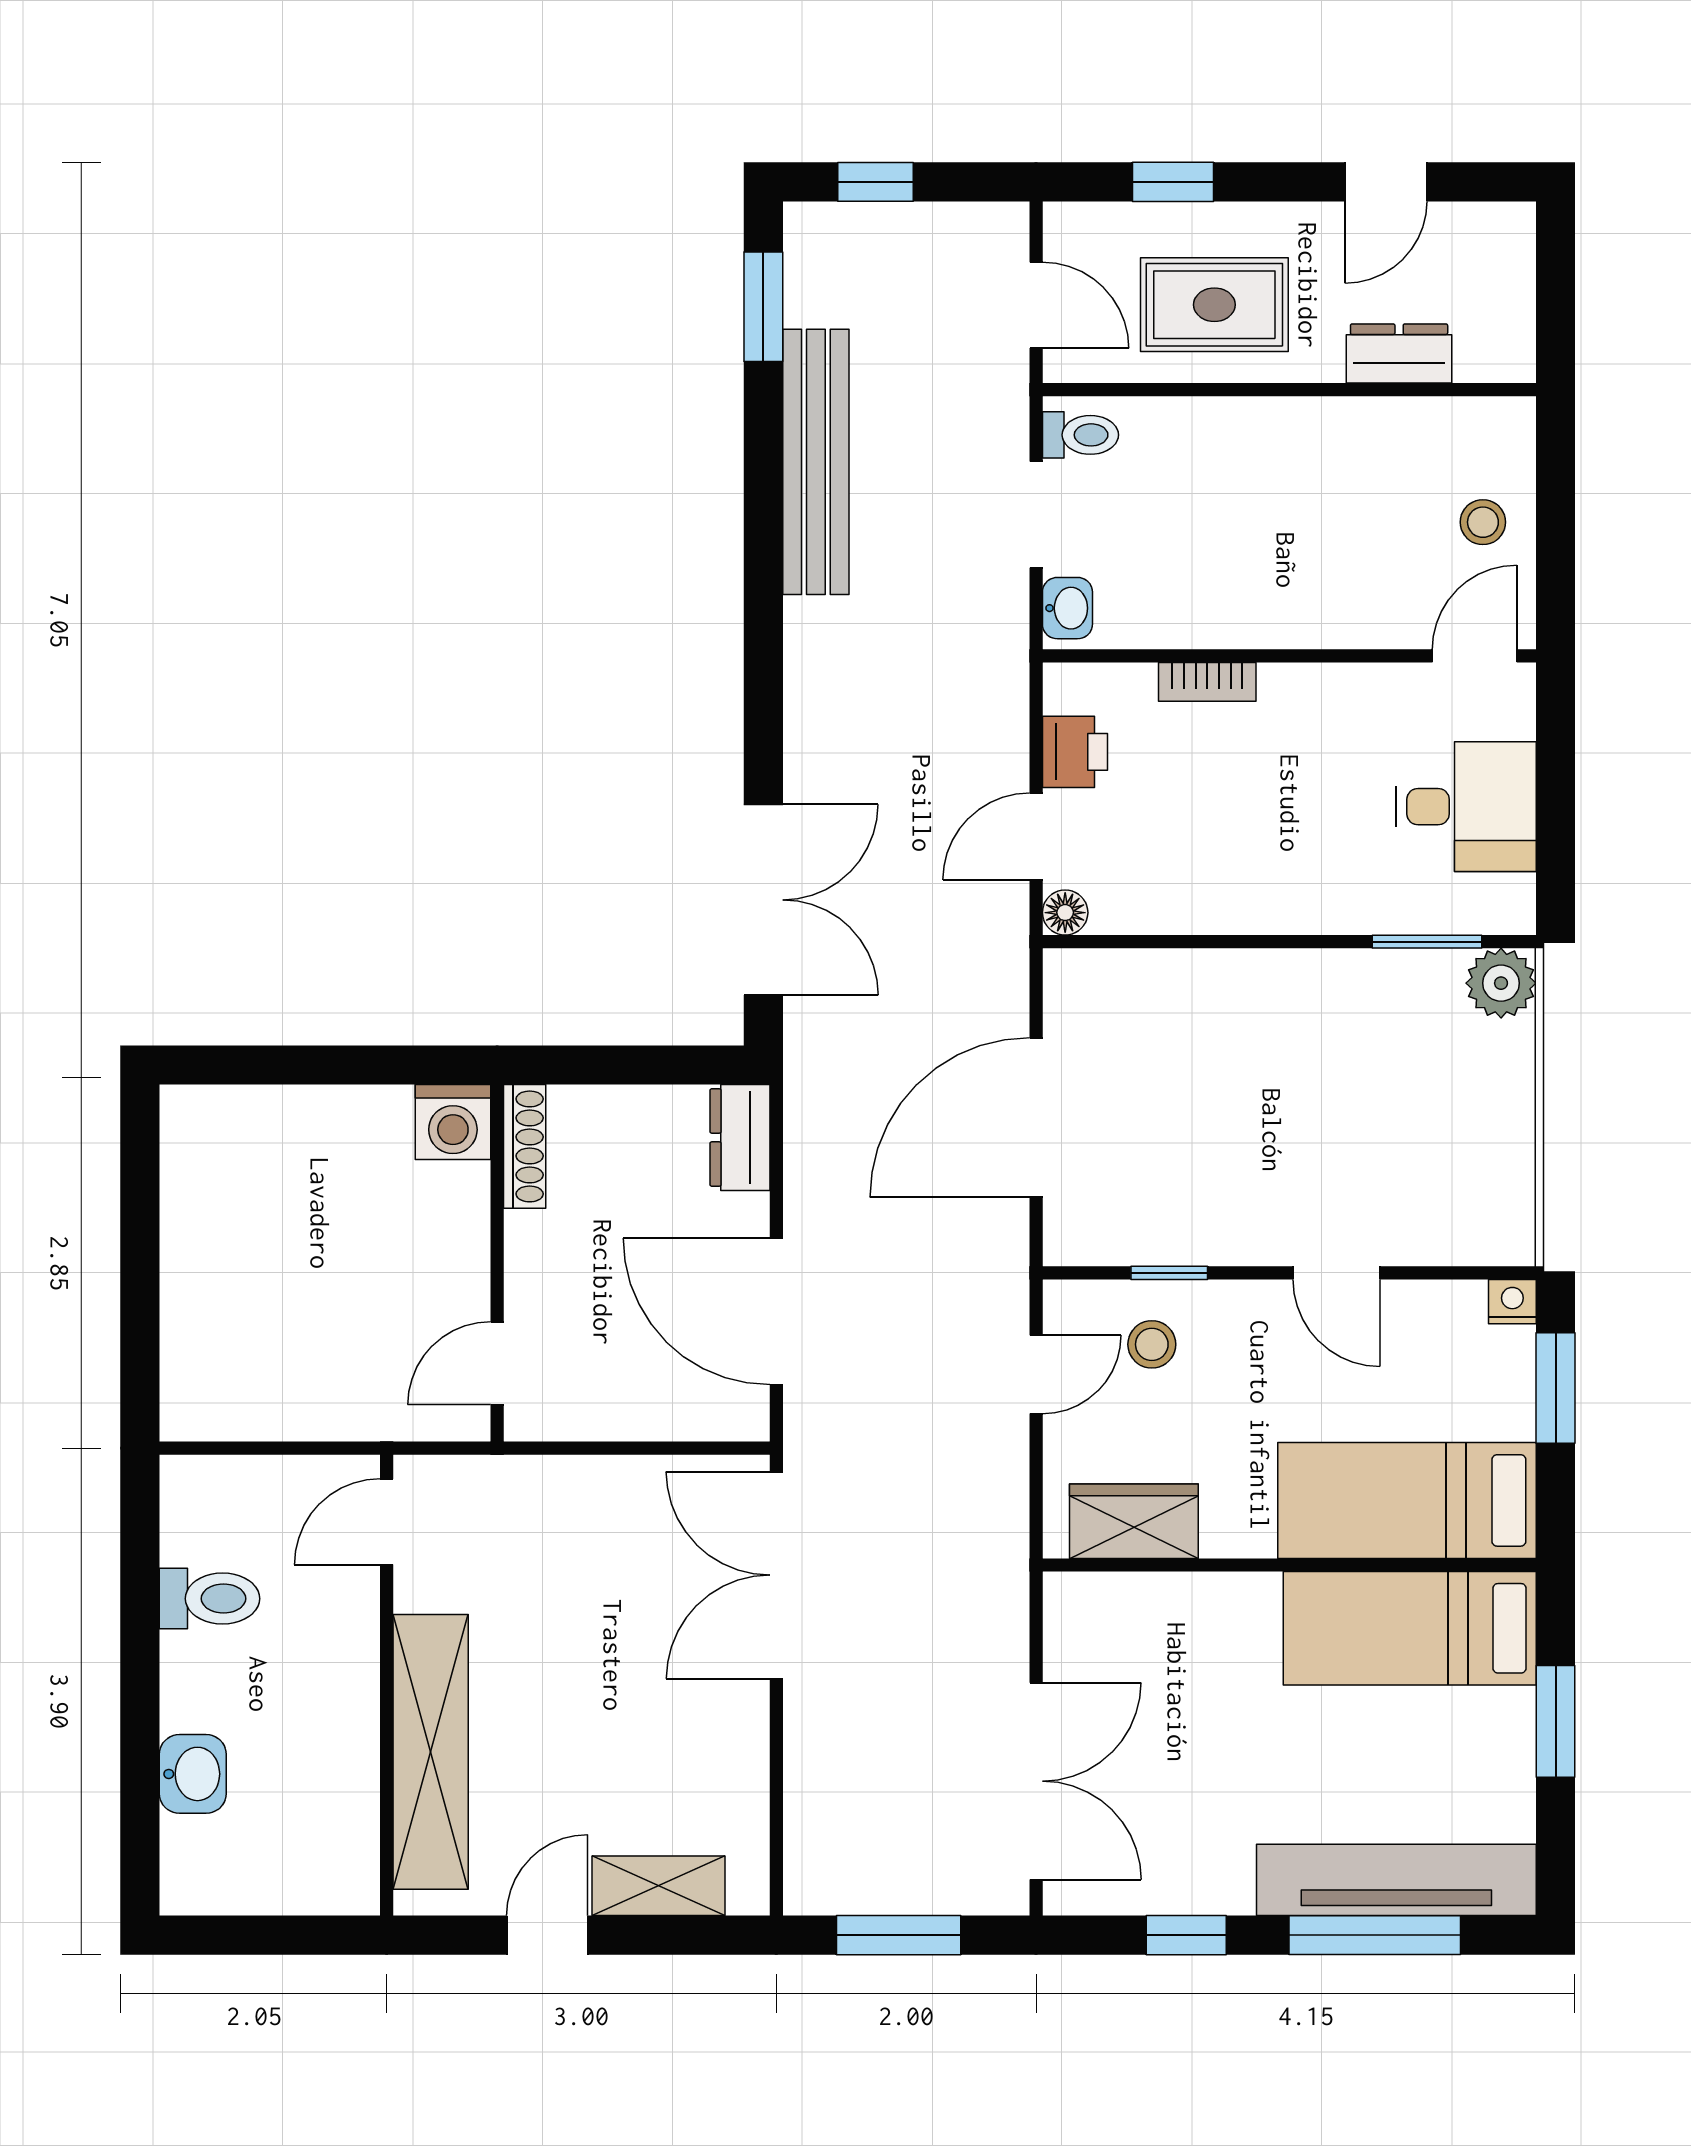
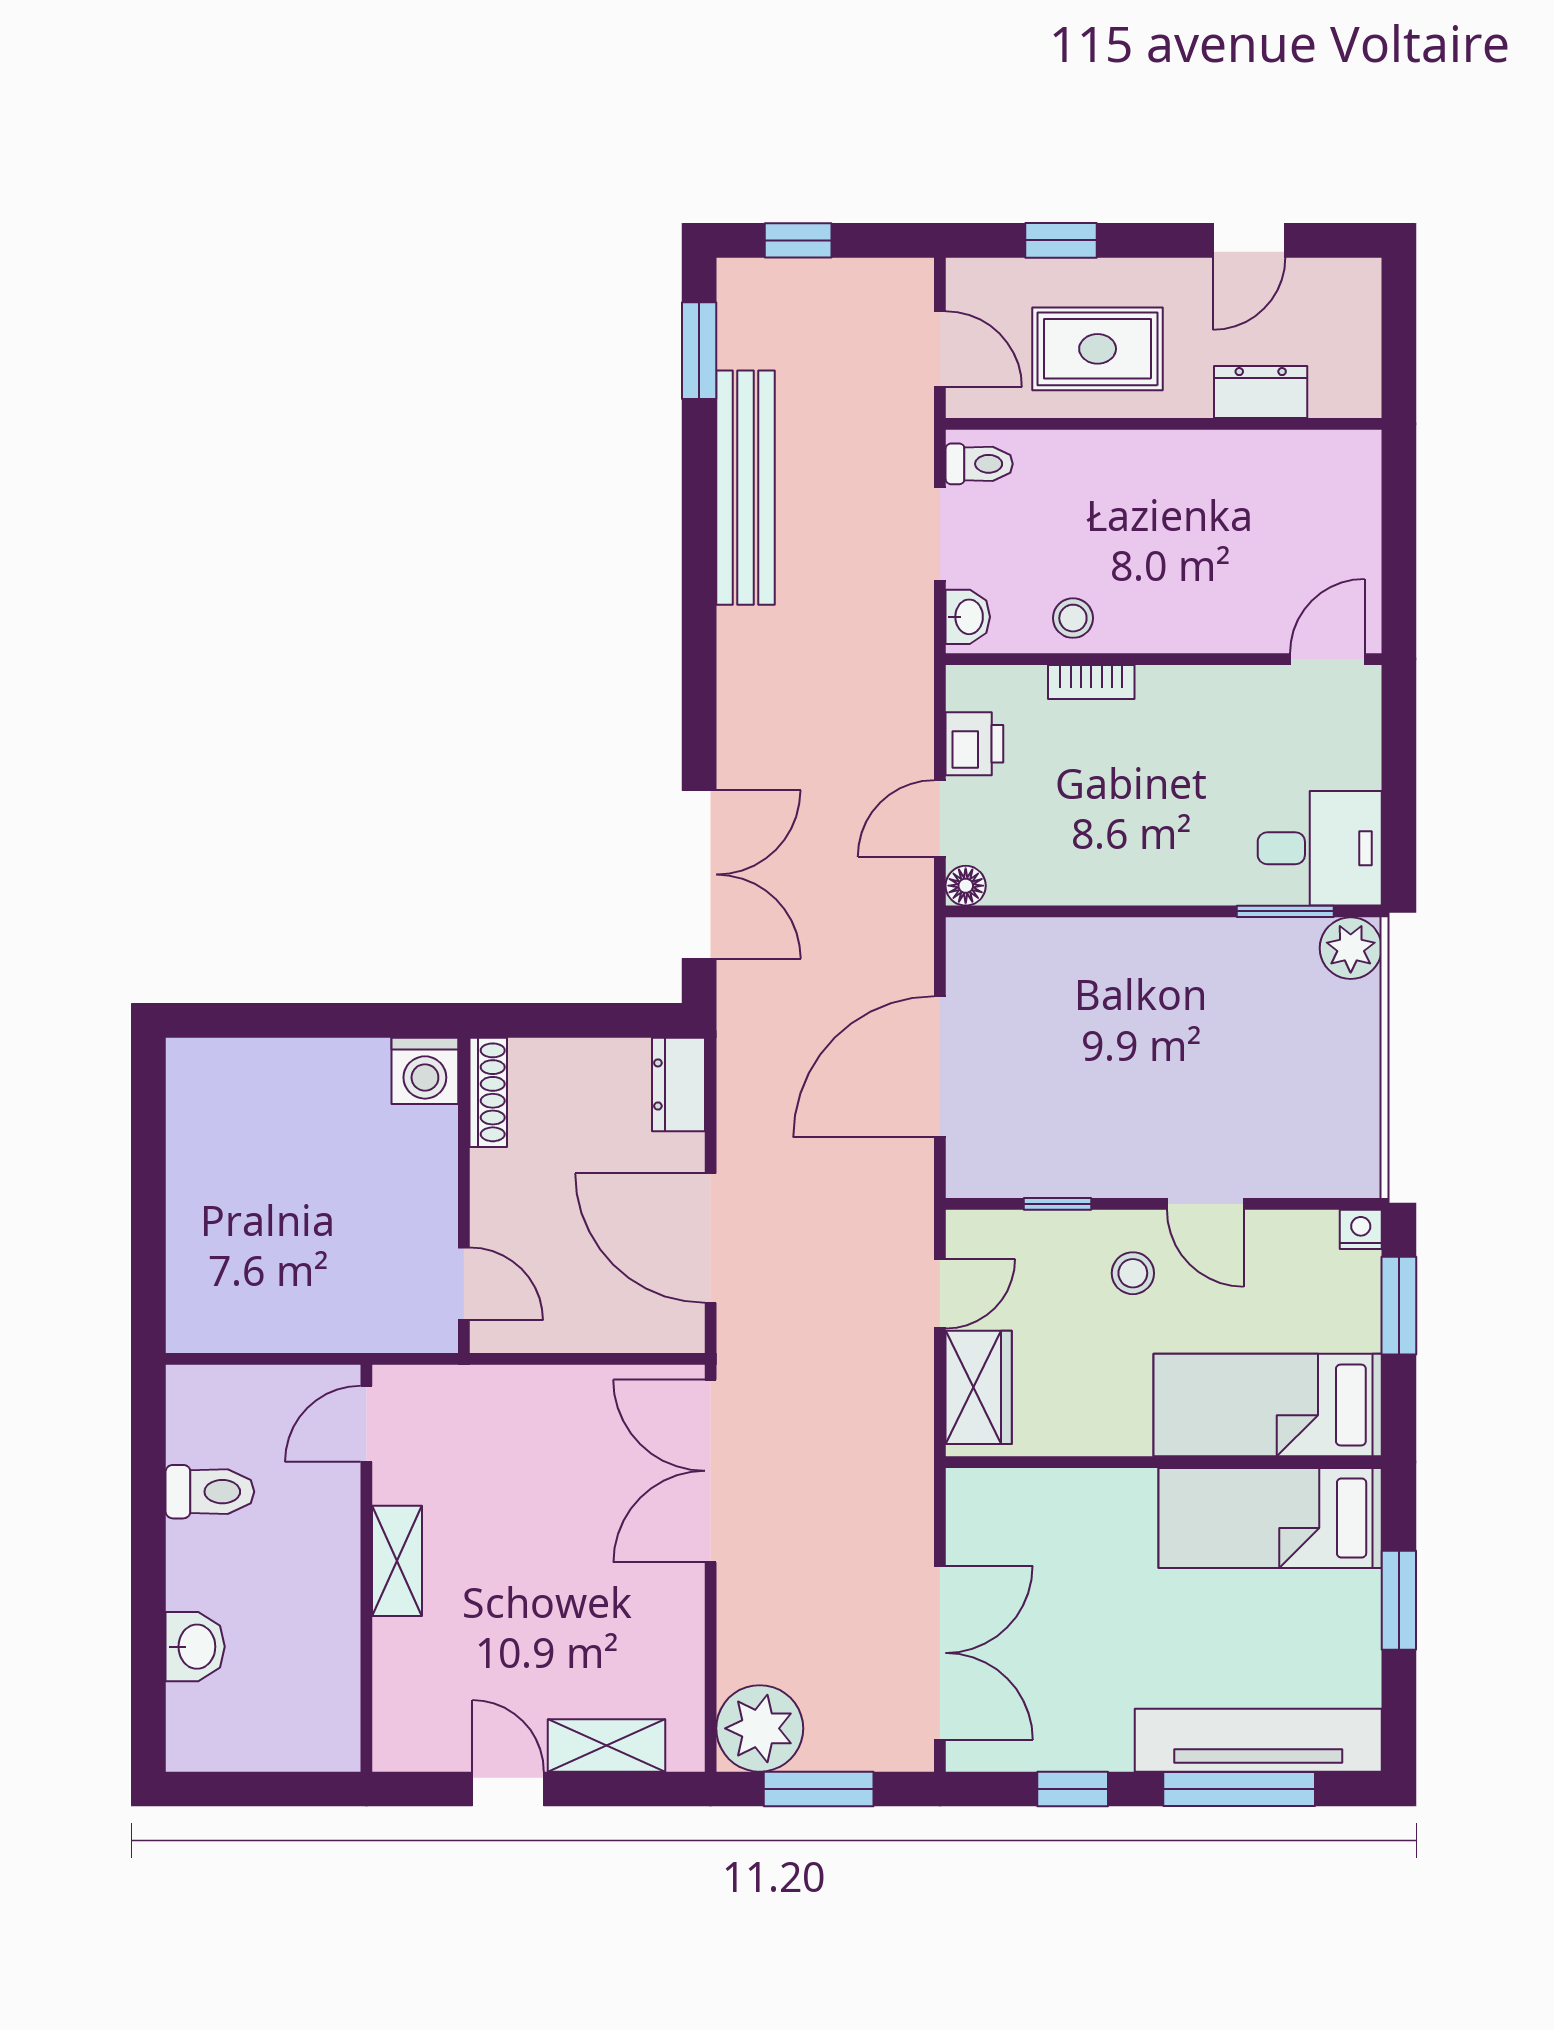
stool: (1483, 522) -> (1073, 618), moved
desk: (1466, 807) -> (1320, 848), moved
stool: (1152, 1344) -> (1133, 1273), moved
door: (497, 1363) -> (464, 1284), swing flipped
wardrobe: (1134, 1521) -> (979, 1387), moved, turned 90
shelving: (431, 1752) -> (397, 1561), width x0.45, depth x0.75
plant: (832, 1867) -> (760, 1728), added
door: (547, 1935) -> (508, 1789), hinge flipped

